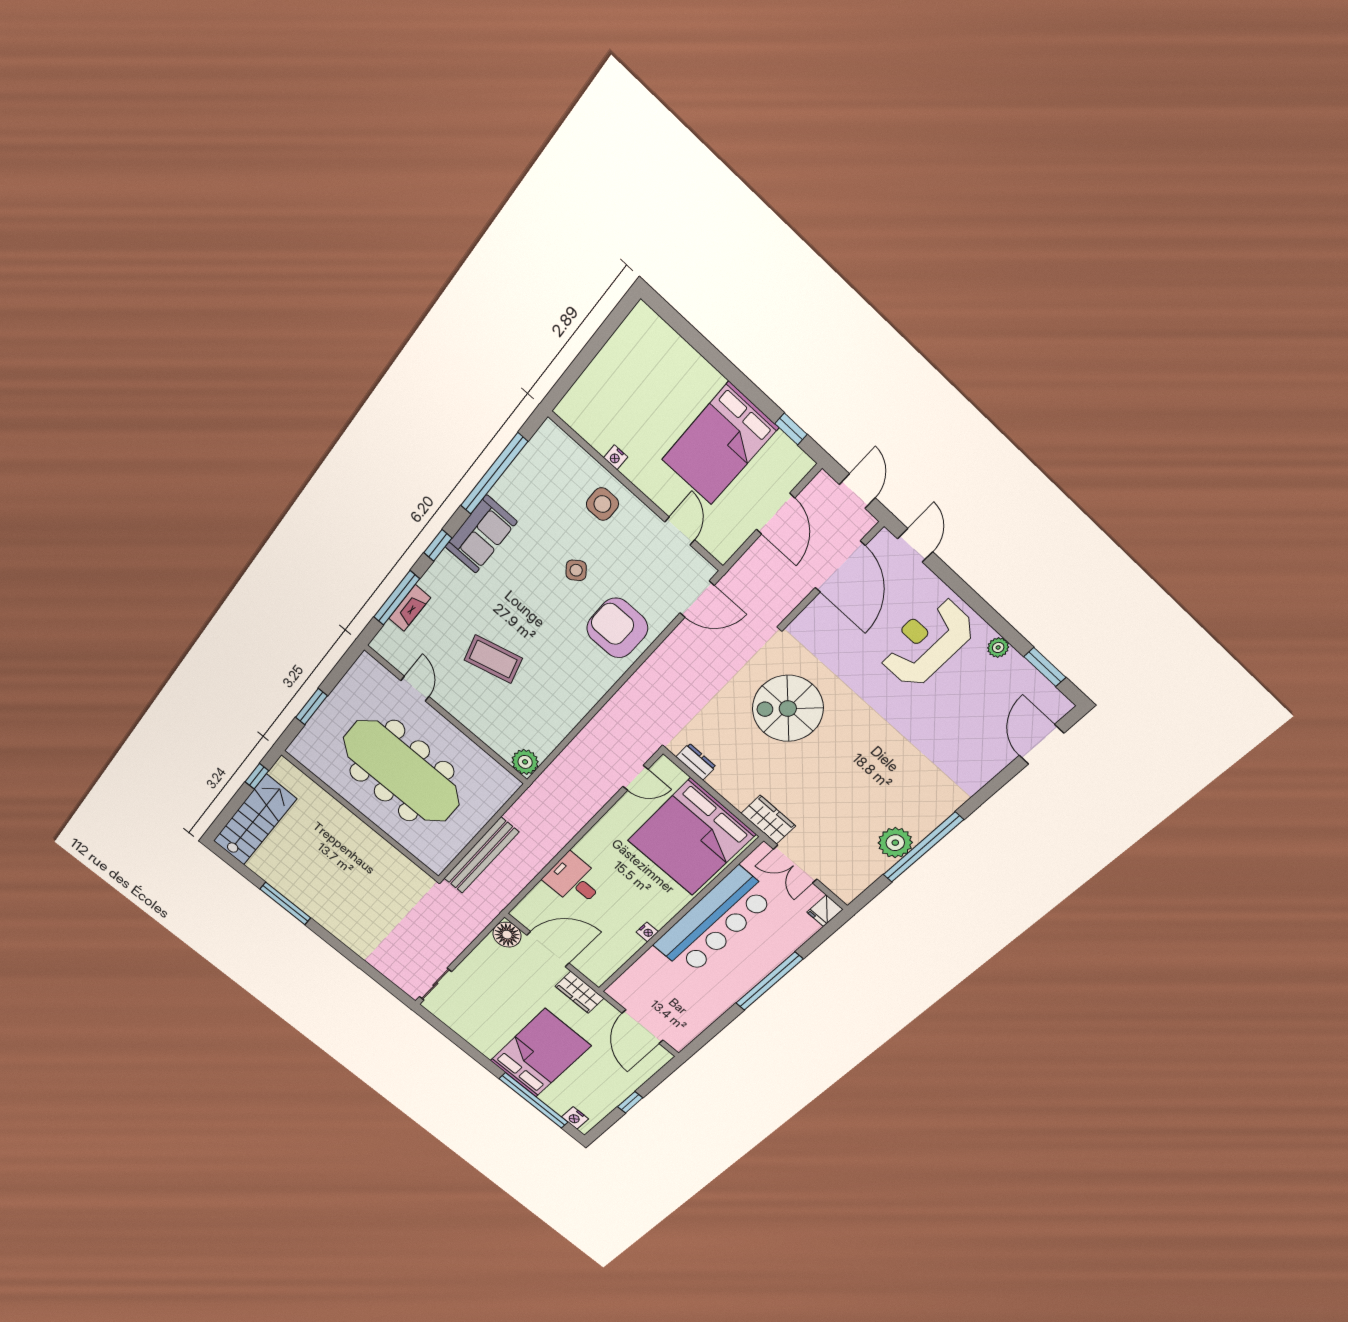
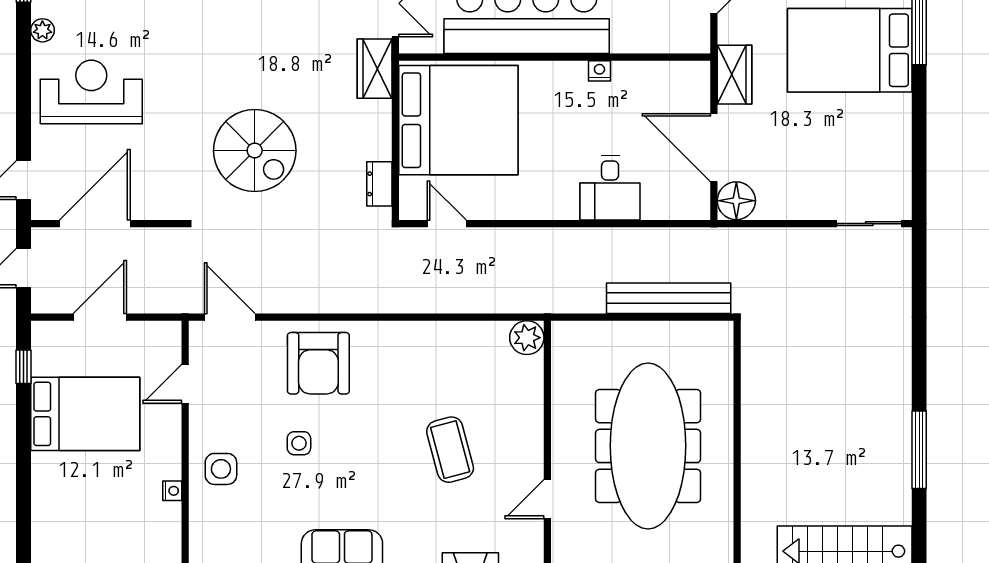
side table: (576, 570) -> (299, 443), turned 37
reception desk: (927, 642) -> (91, 92), turned 180

